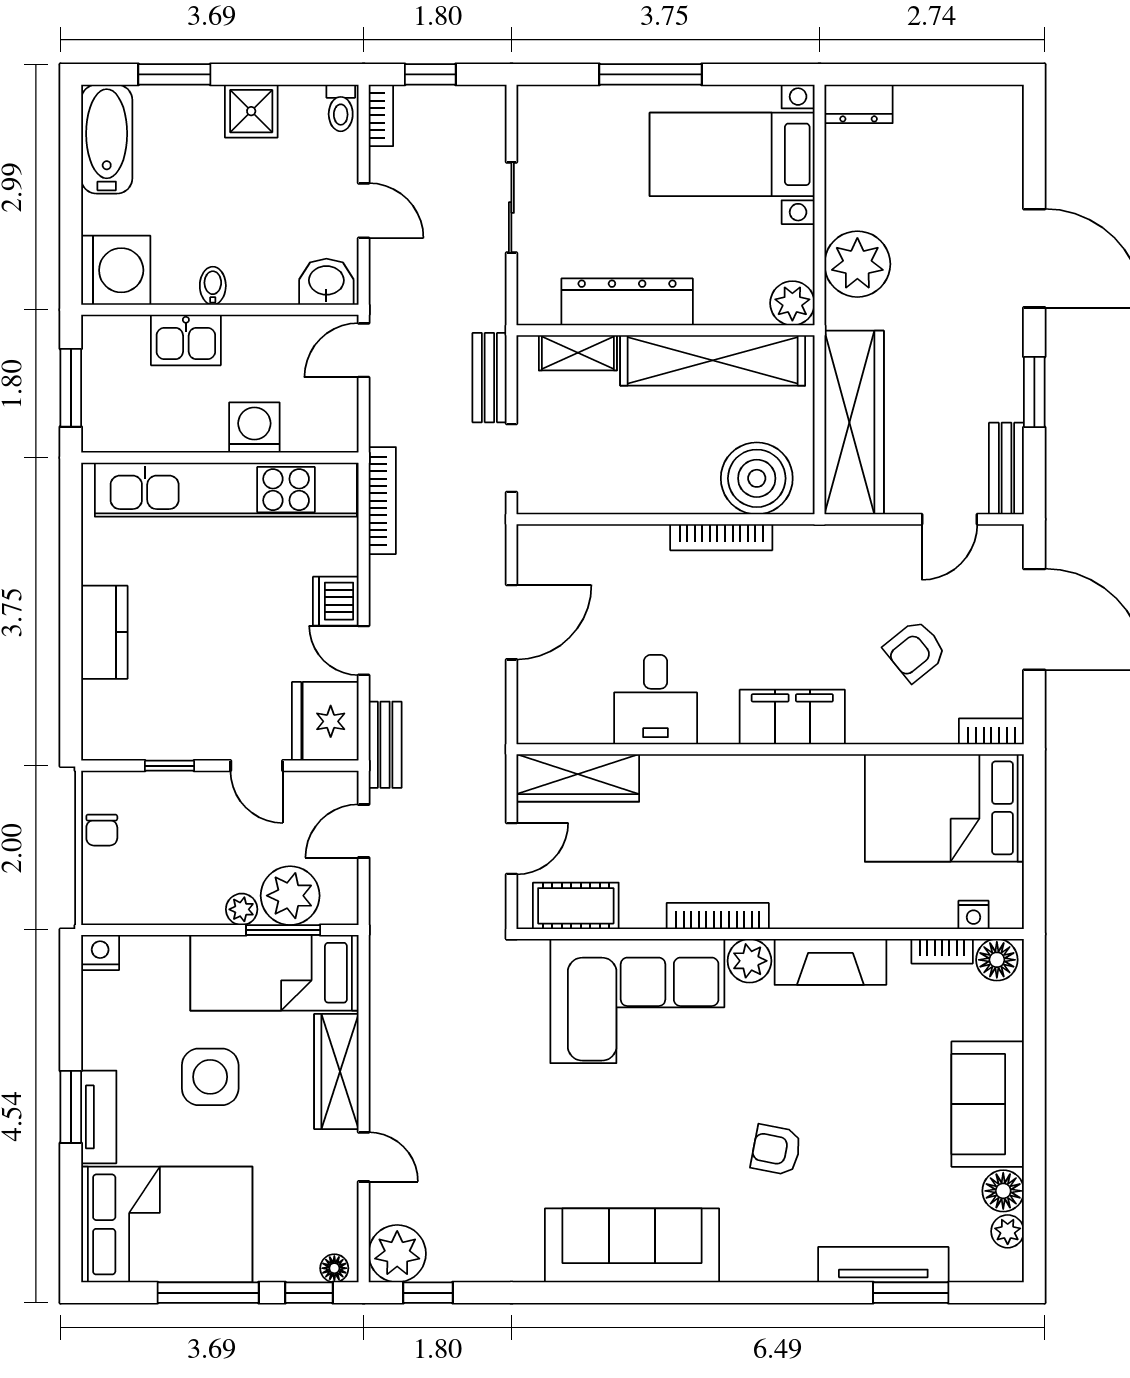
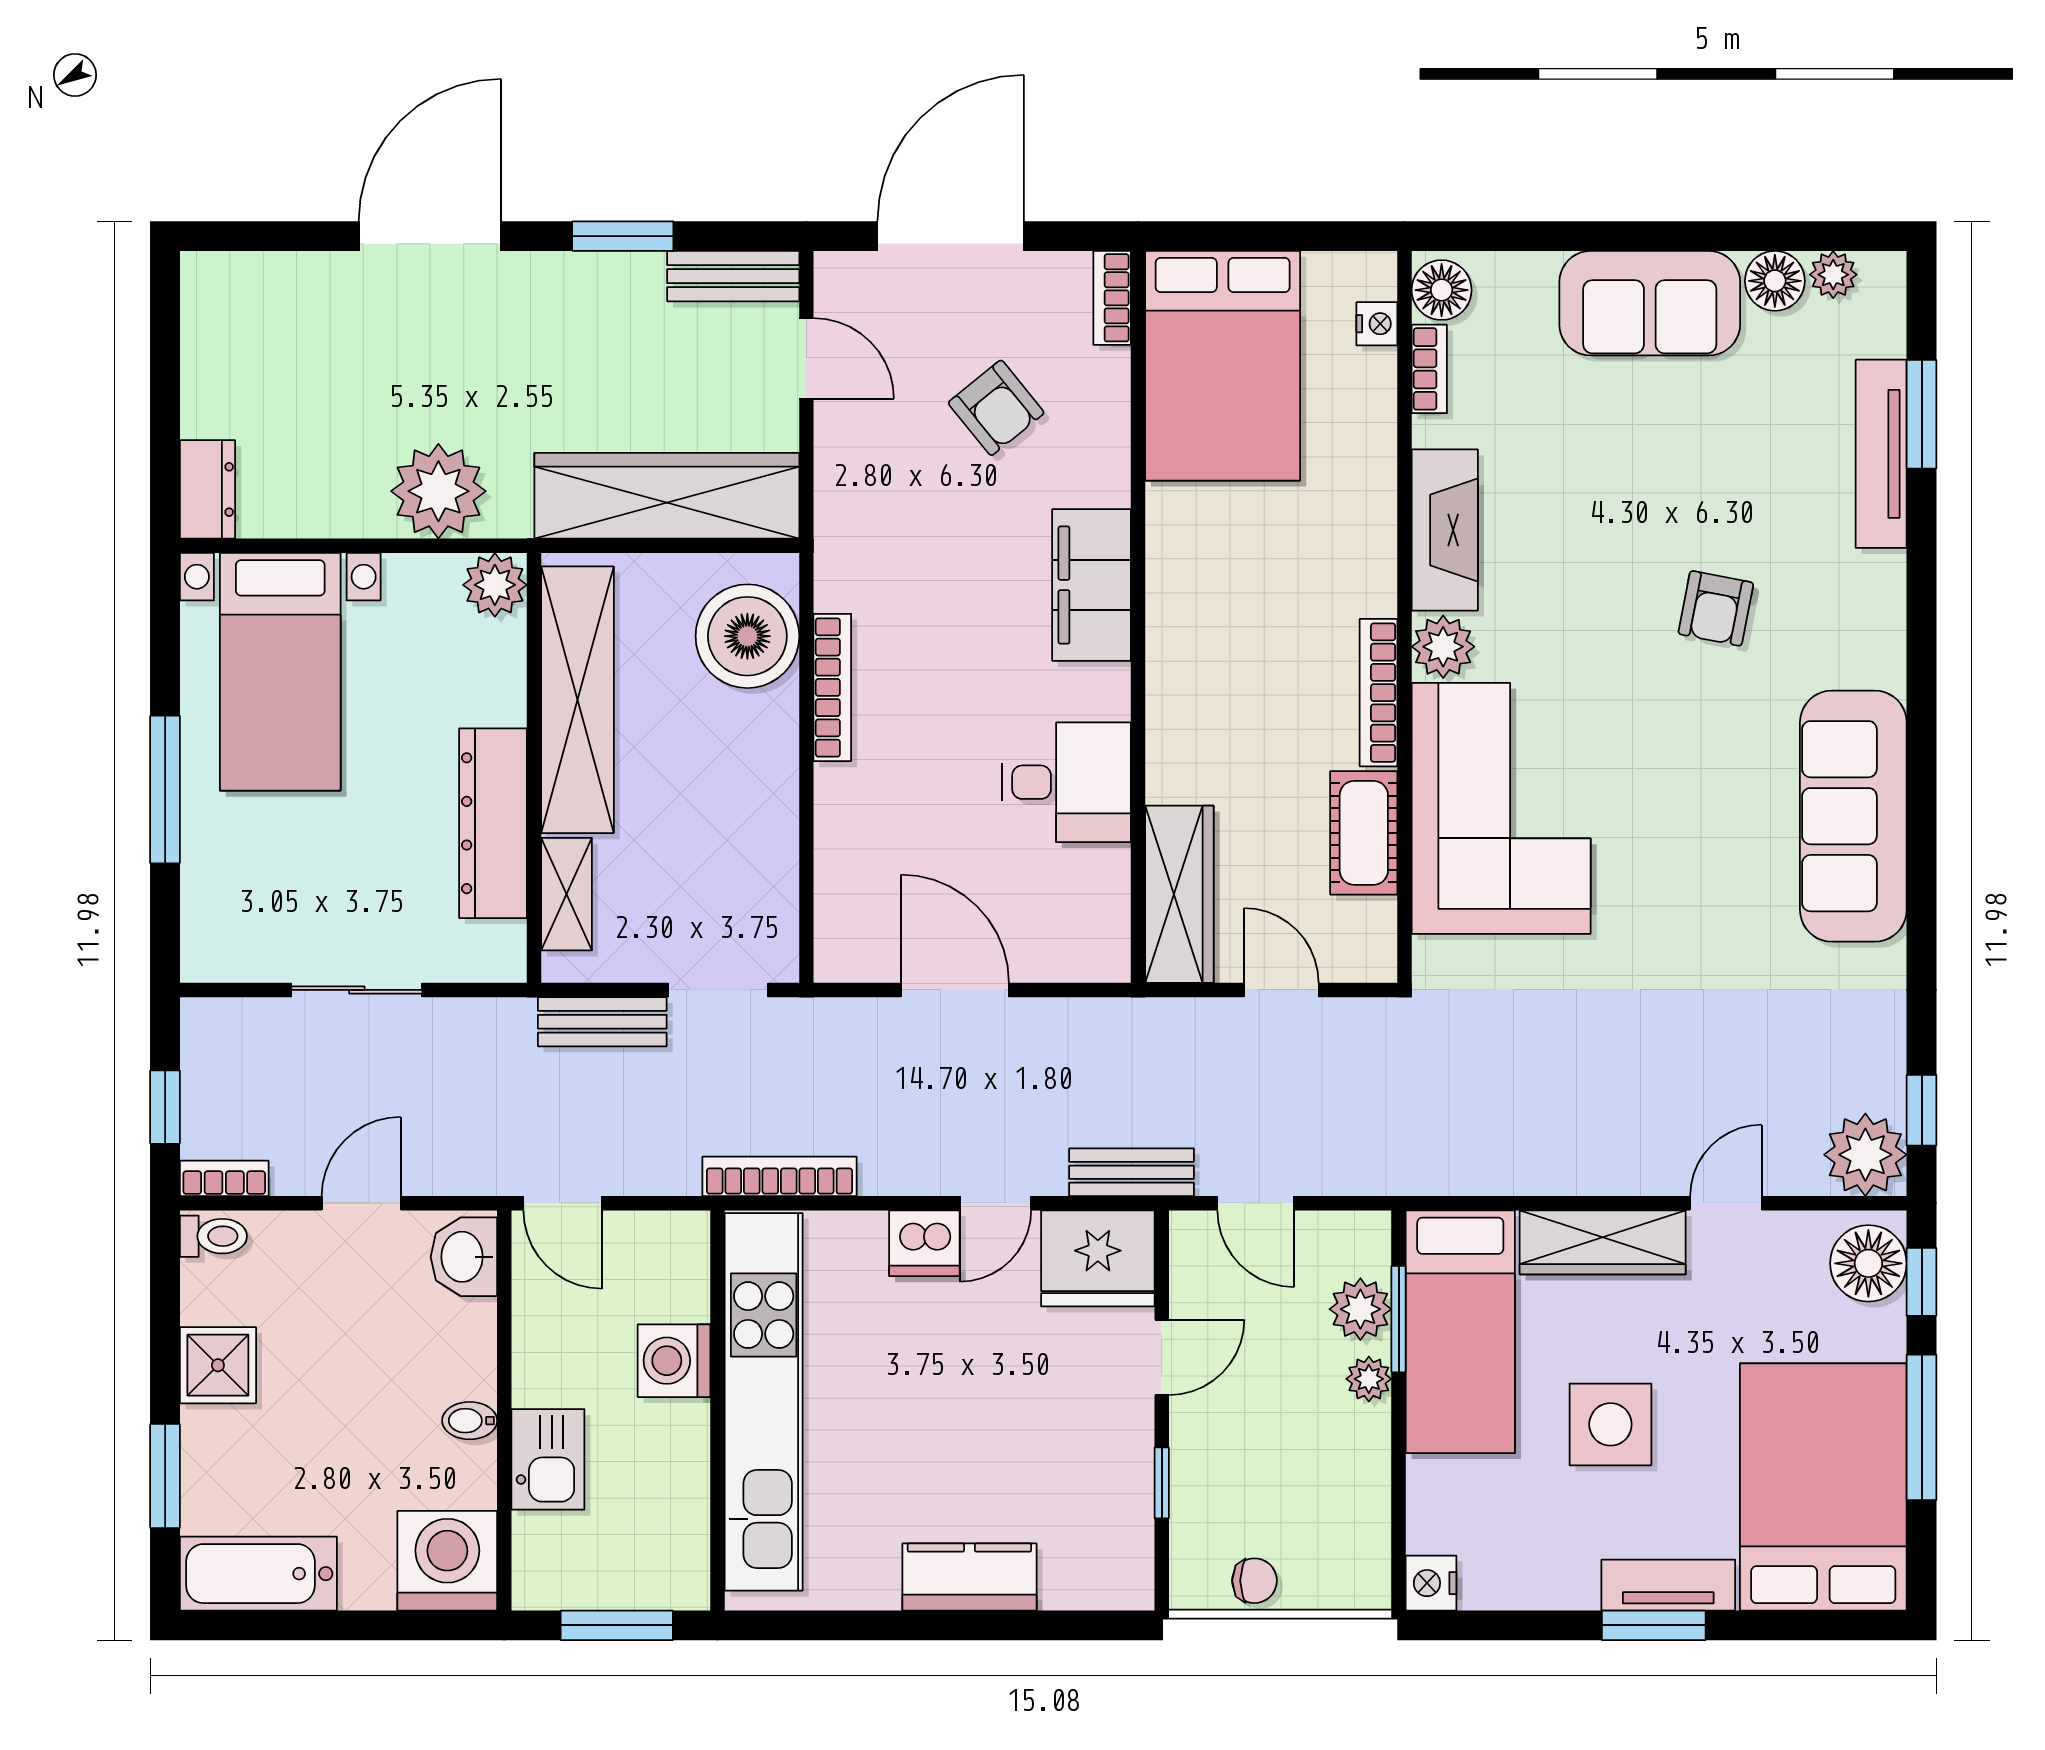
plant: (290, 896) -> (1360, 1309), width x0.73, depth x0.73
cot: (576, 906) -> (1364, 833), moved
floor lamp: (334, 1268) -> (1868, 1263), width x1.89, depth x1.89

